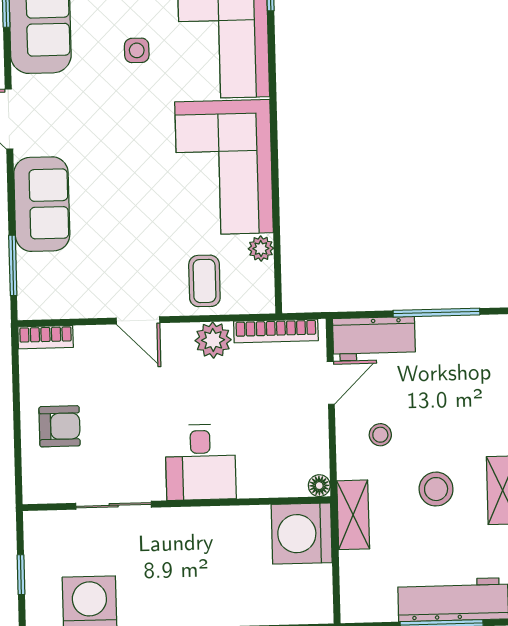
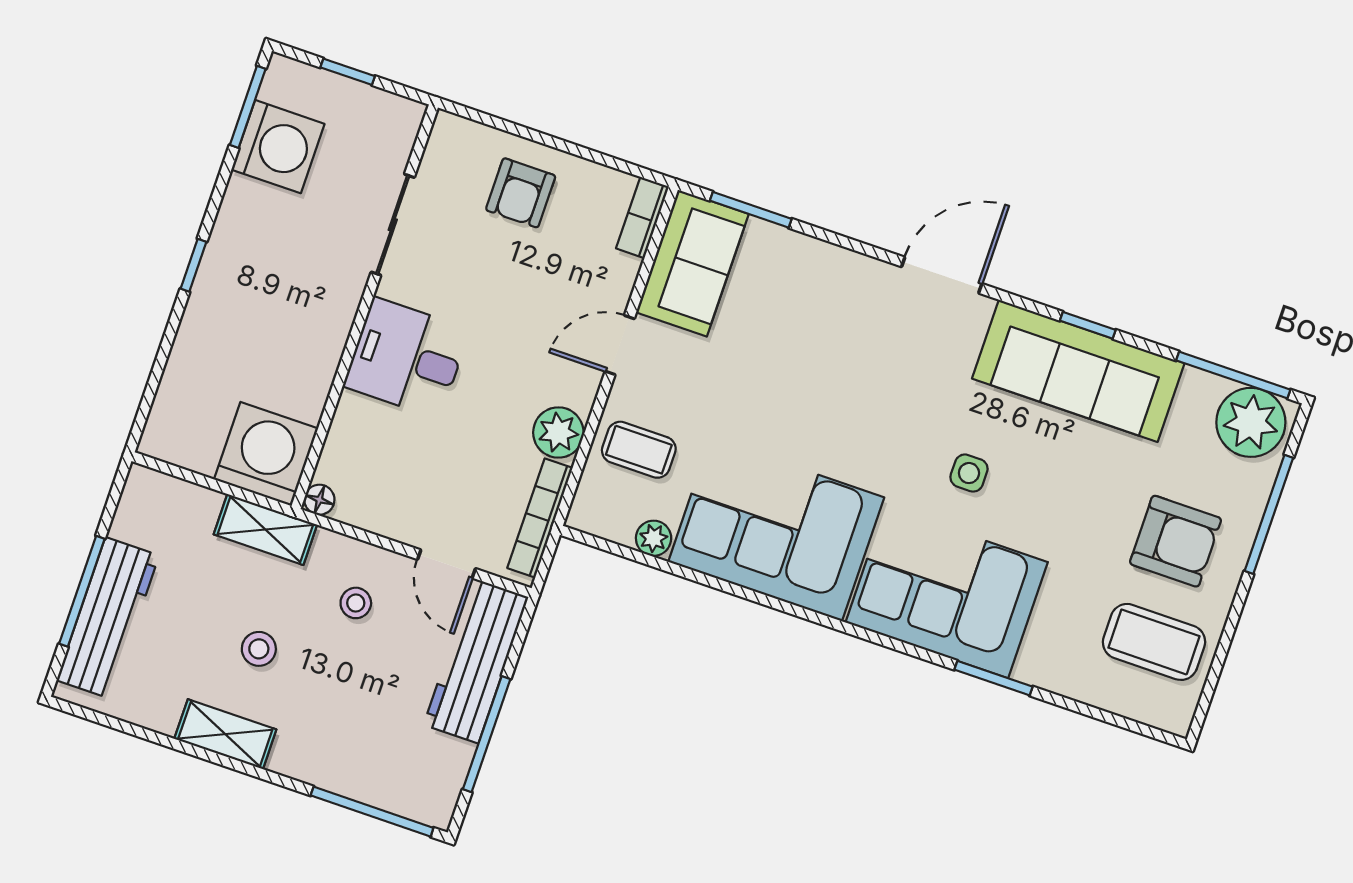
sofa: (42, 204) -> (692, 263), moved, turned -90
workbench: (374, 339) -> (476, 661), width x1.37
stool: (436, 489) -> (259, 649), width x0.73, depth x0.73

